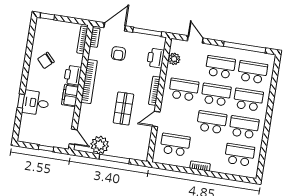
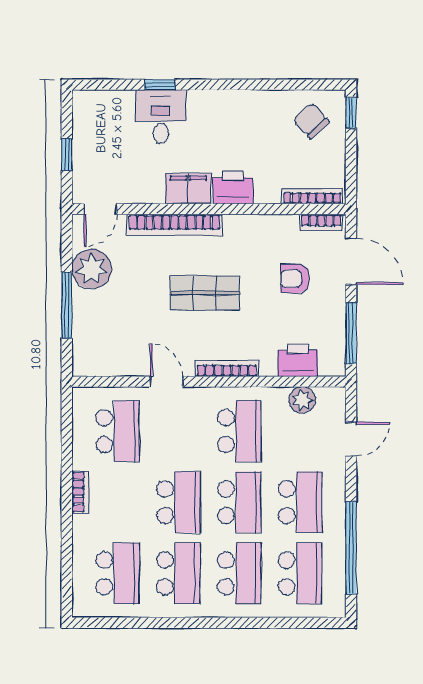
chair: (46, 60) -> (311, 121), moved
bookcase: (89, 82) -> (174, 225), moved
shop shelf: (123, 108) -> (205, 293), moved

